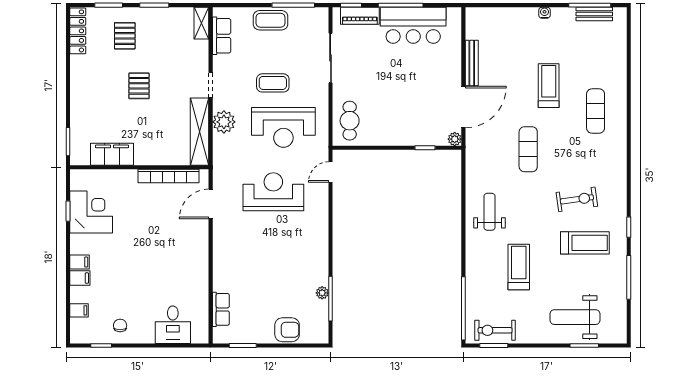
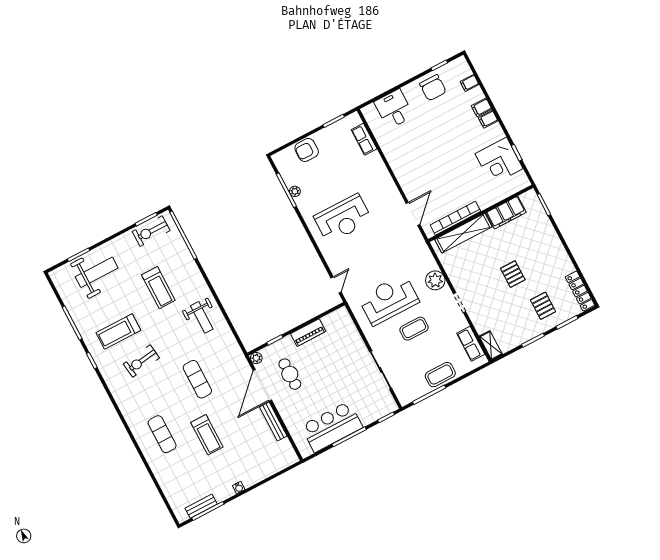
piano: (360, 16) -> (308, 333), moved, turned 180
cafe table: (350, 121) -> (290, 374), moved
shelving: (199, 132) -> (463, 233), moved, turned 90
reception desk: (273, 192) -> (343, 219), moved
chair: (120, 325) -> (433, 88), width x1.87, depth x1.87
exercise bike: (495, 330) -> (151, 231), turned 180

